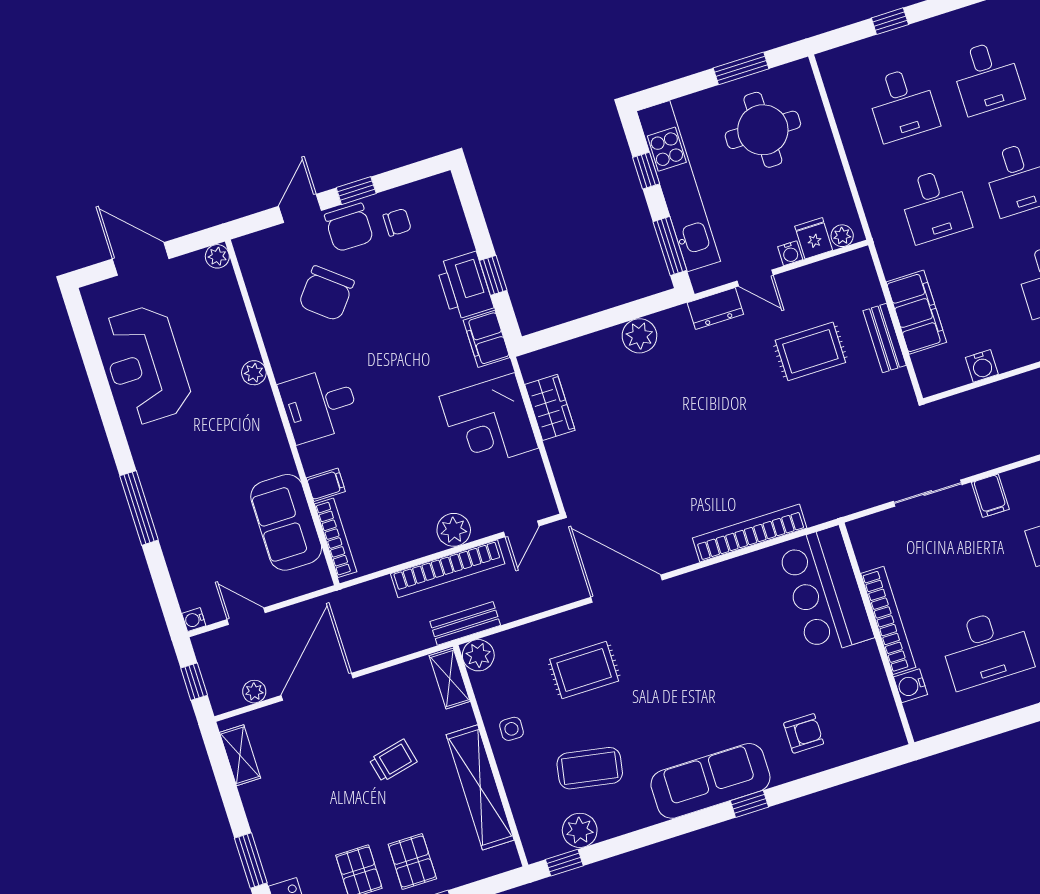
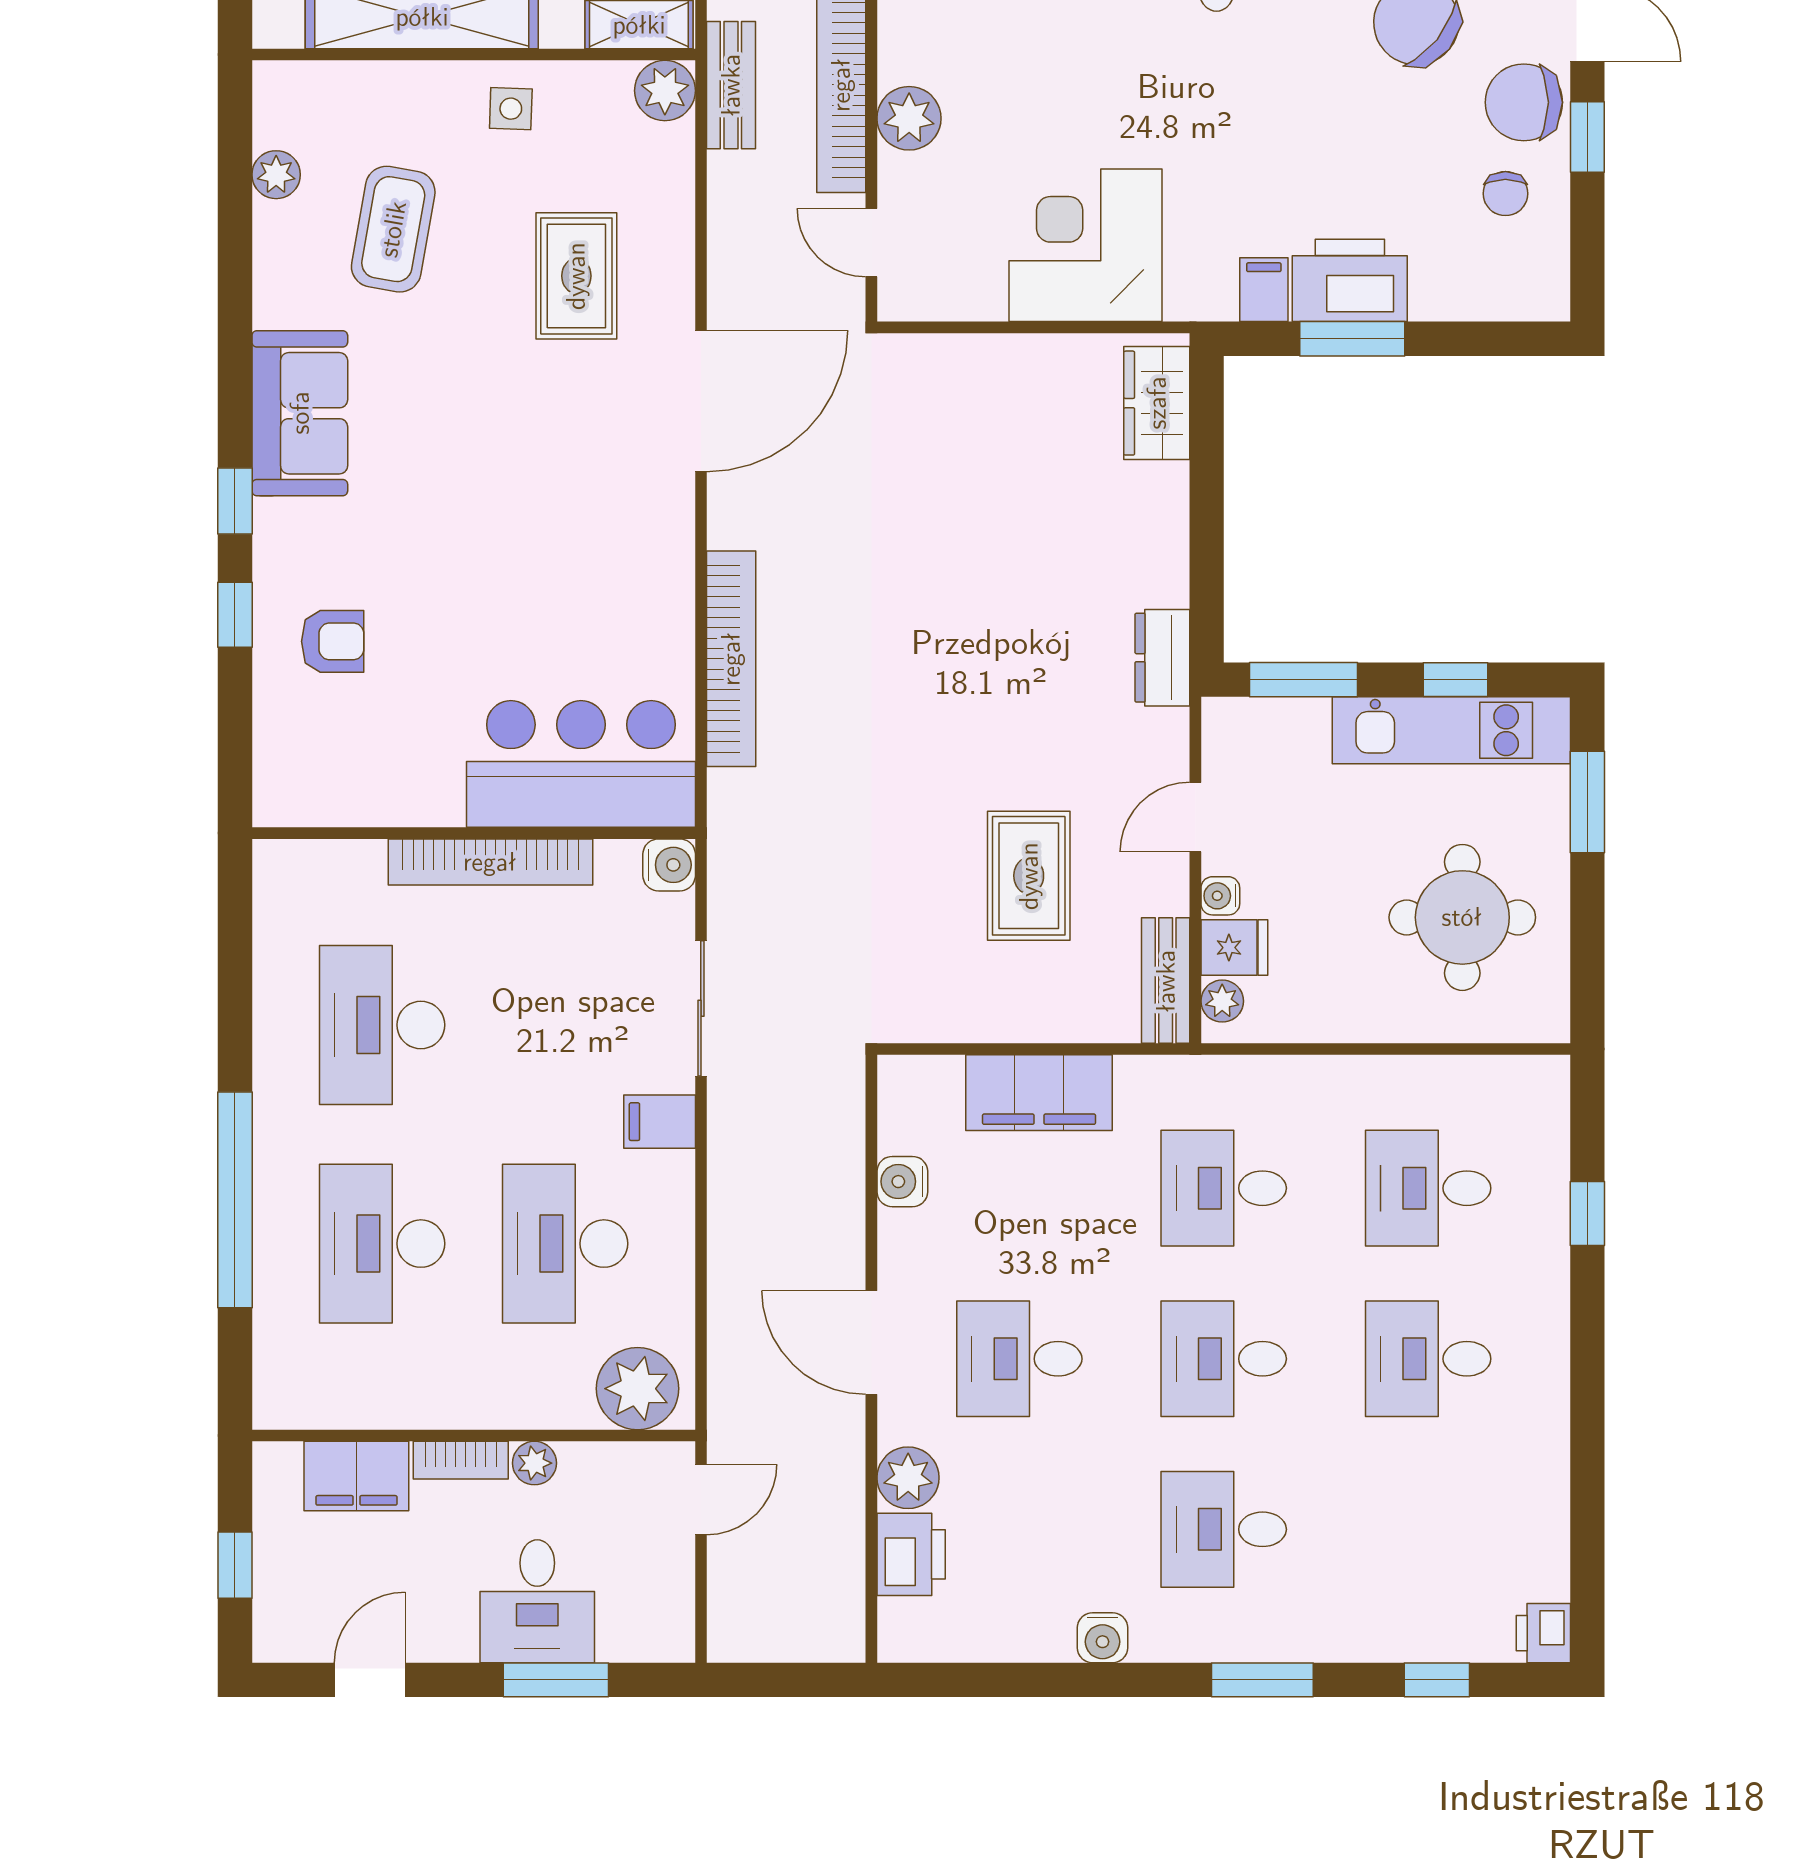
window: (741, 68) -> (1587, 802), moved
kitchen unit: (679, 186) -> (1451, 730), width x0.73
window: (493, 275) -> (1352, 339), width x1.50
dresser: (715, 309) -> (1162, 658), moved
plant: (639, 336) -> (1157, 572), removed
bench: (885, 338) -> (1166, 981), moved, turned 90
filing cabinet: (487, 339) -> (1264, 290), width x0.50
wardrobe: (550, 407) -> (1157, 403), moved, turned 90
water cooler: (911, 686) -> (669, 865), moved, turned 90
armchair: (804, 733) -> (333, 641), turned -90
sofa: (710, 781) -> (300, 413), width x0.73
plant: (580, 830) -> (276, 175), width x0.73, depth x0.73
window: (564, 863) -> (235, 615), moved

